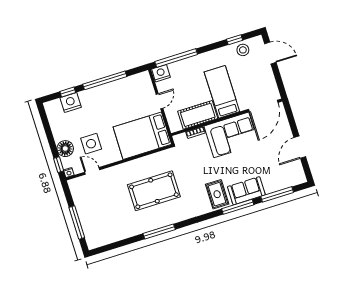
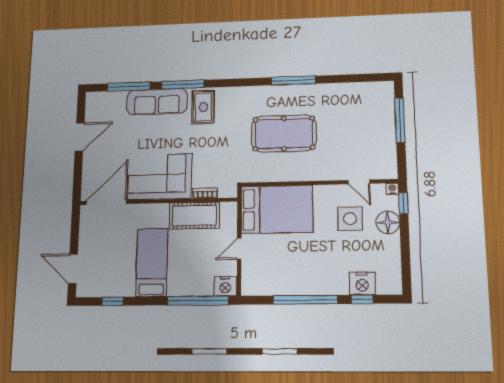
stool: (243, 50) -> (107, 284), removed
bed: (222, 92) -> (152, 262), moved, turned 180
sofa: (246, 191) -> (157, 102), width x1.36

